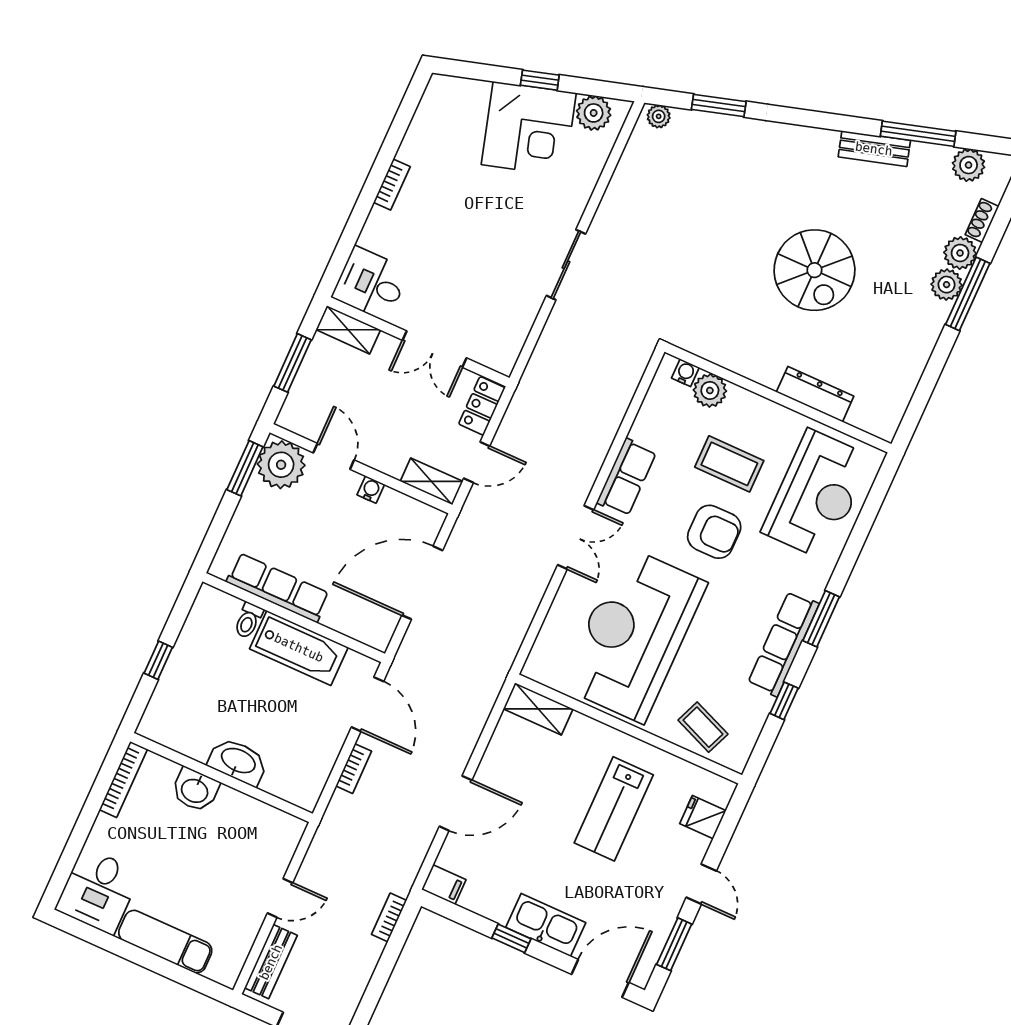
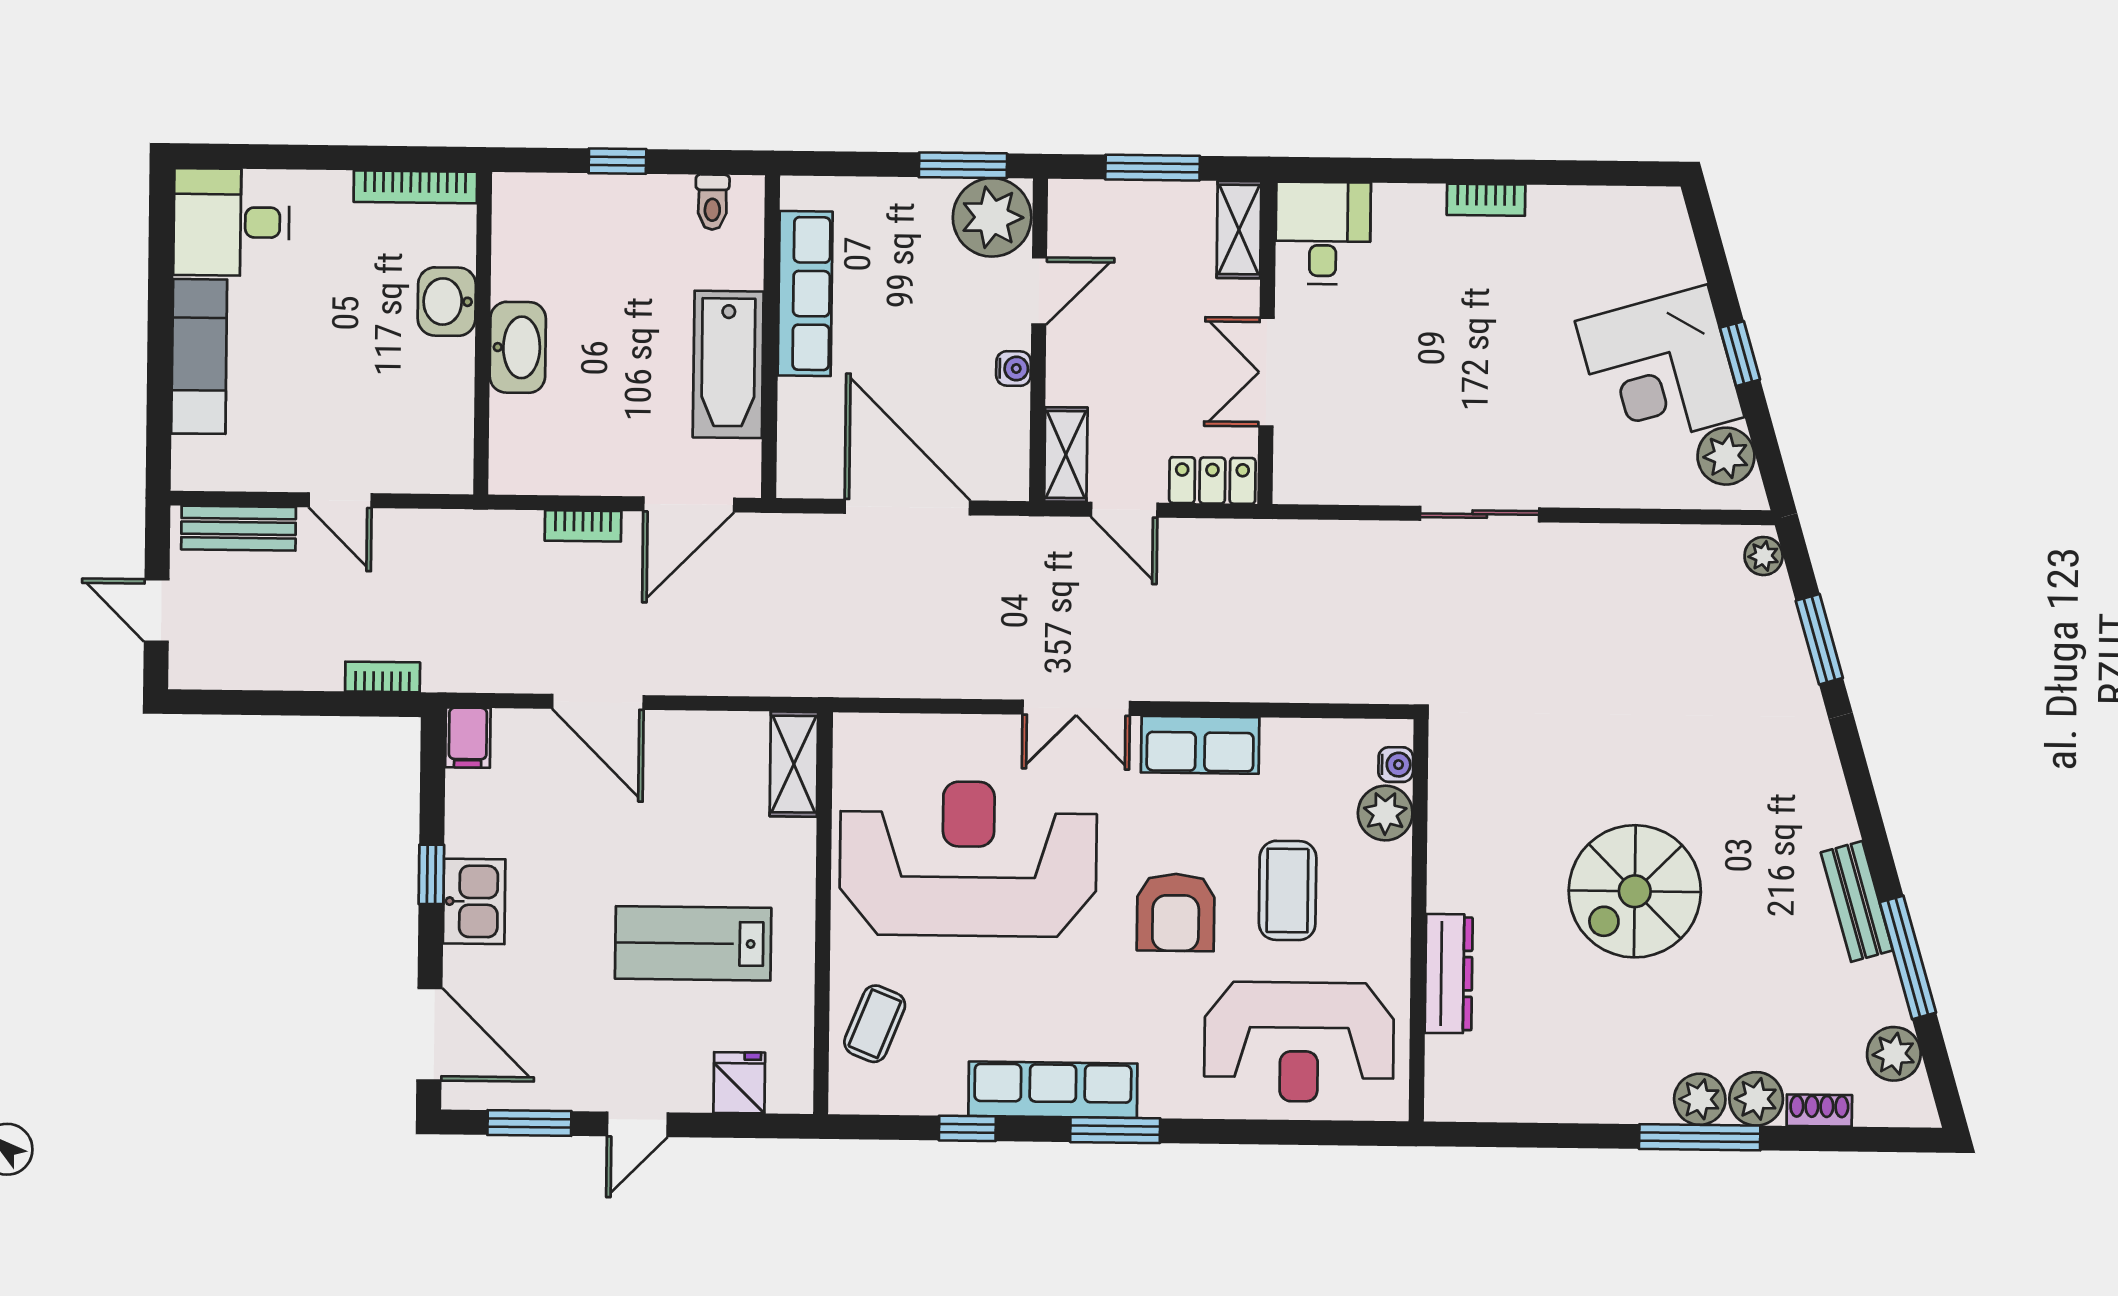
toilet: (248, 620) -> (712, 202), moved, turned -90
kitchen sink: (546, 925) -> (474, 901), width x0.73

